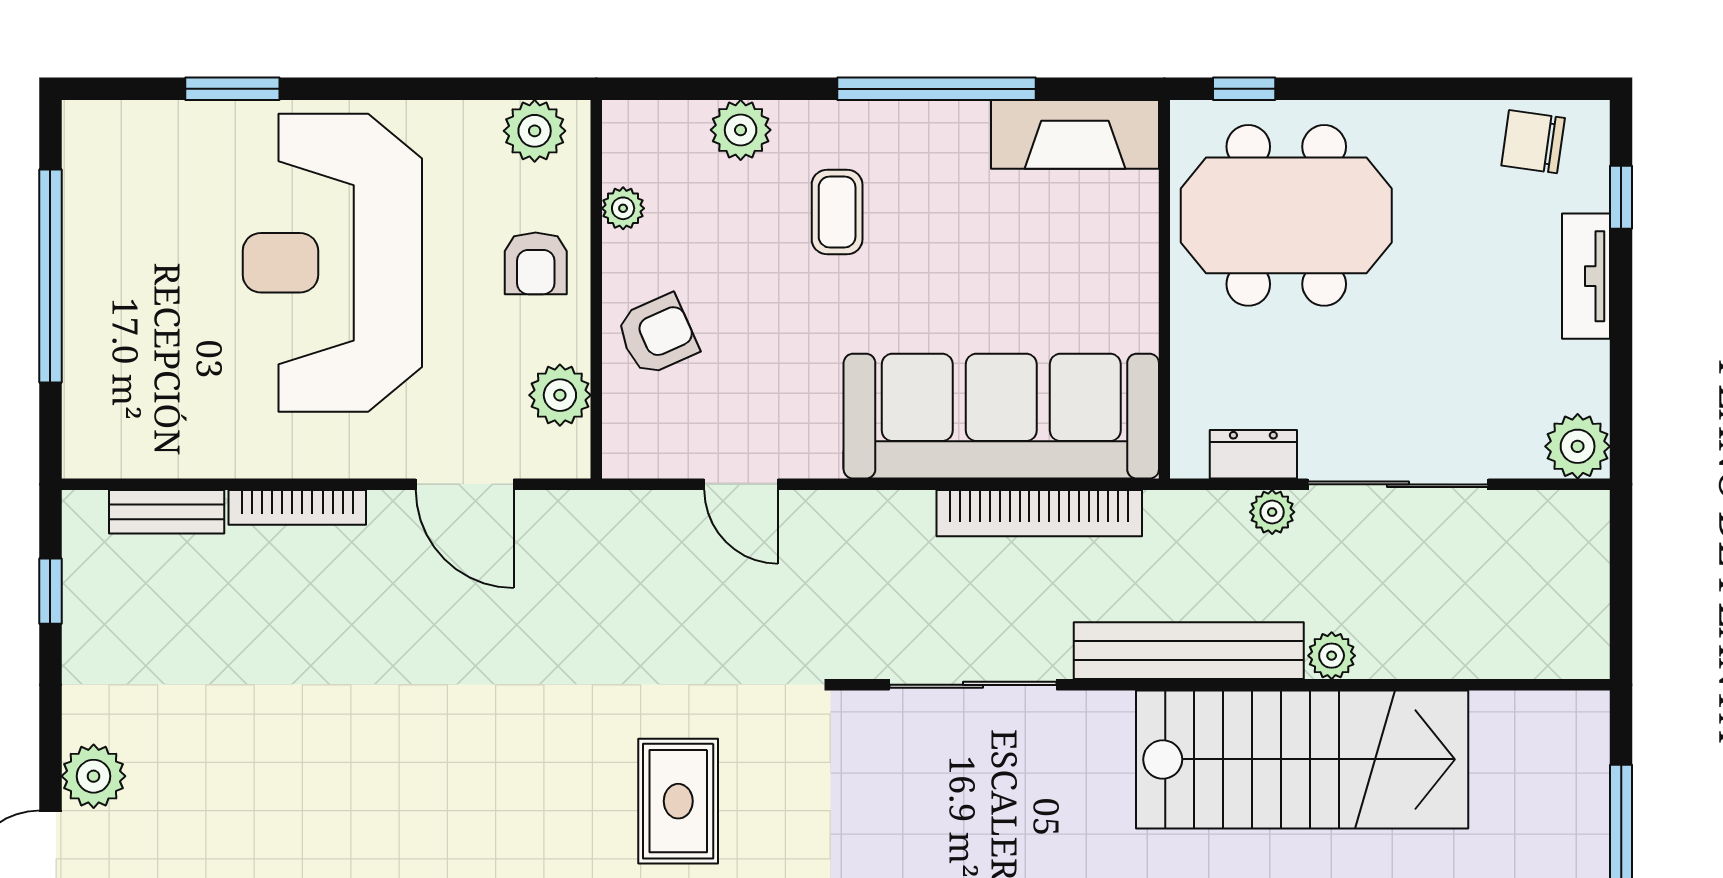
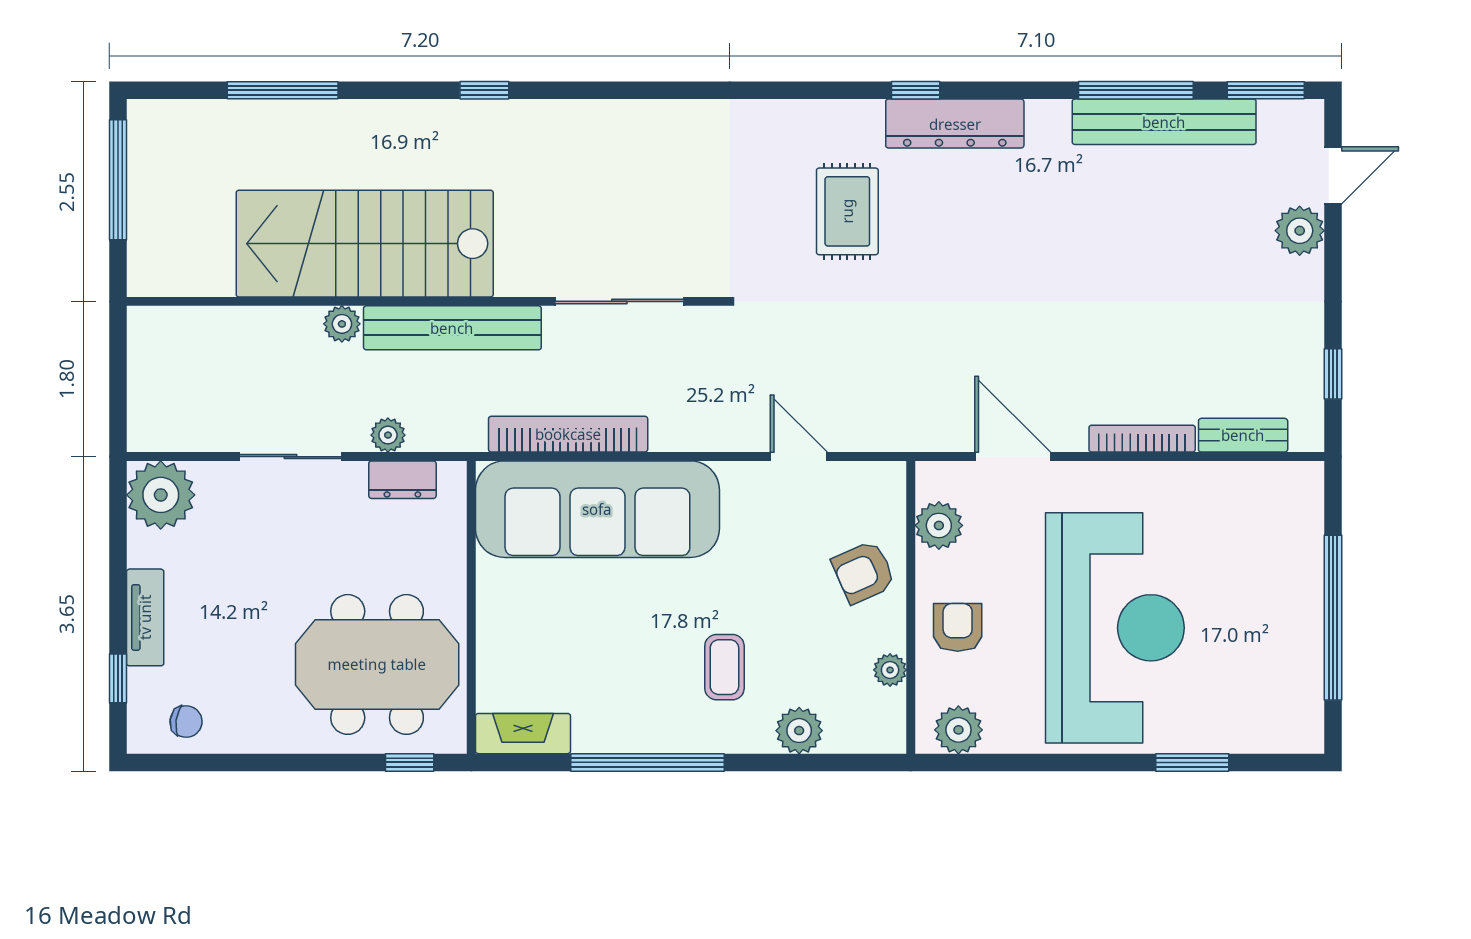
fireplace: (1075, 134) -> (523, 734), width x0.73, depth x0.76
chair: (1533, 142) -> (186, 722), width x0.73, depth x0.73
plant: (1578, 446) -> (161, 495), width x1.36, depth x1.36
sliding door: (1398, 484) -> (291, 457), width x0.73

